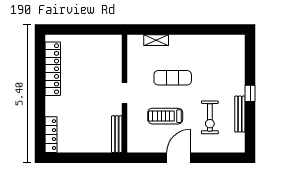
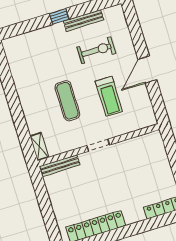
shelving: (156, 40) -> (39, 147), moved
bench: (117, 134) -> (60, 166), moved
door: (179, 158) -> (147, 70), hinge flipped

